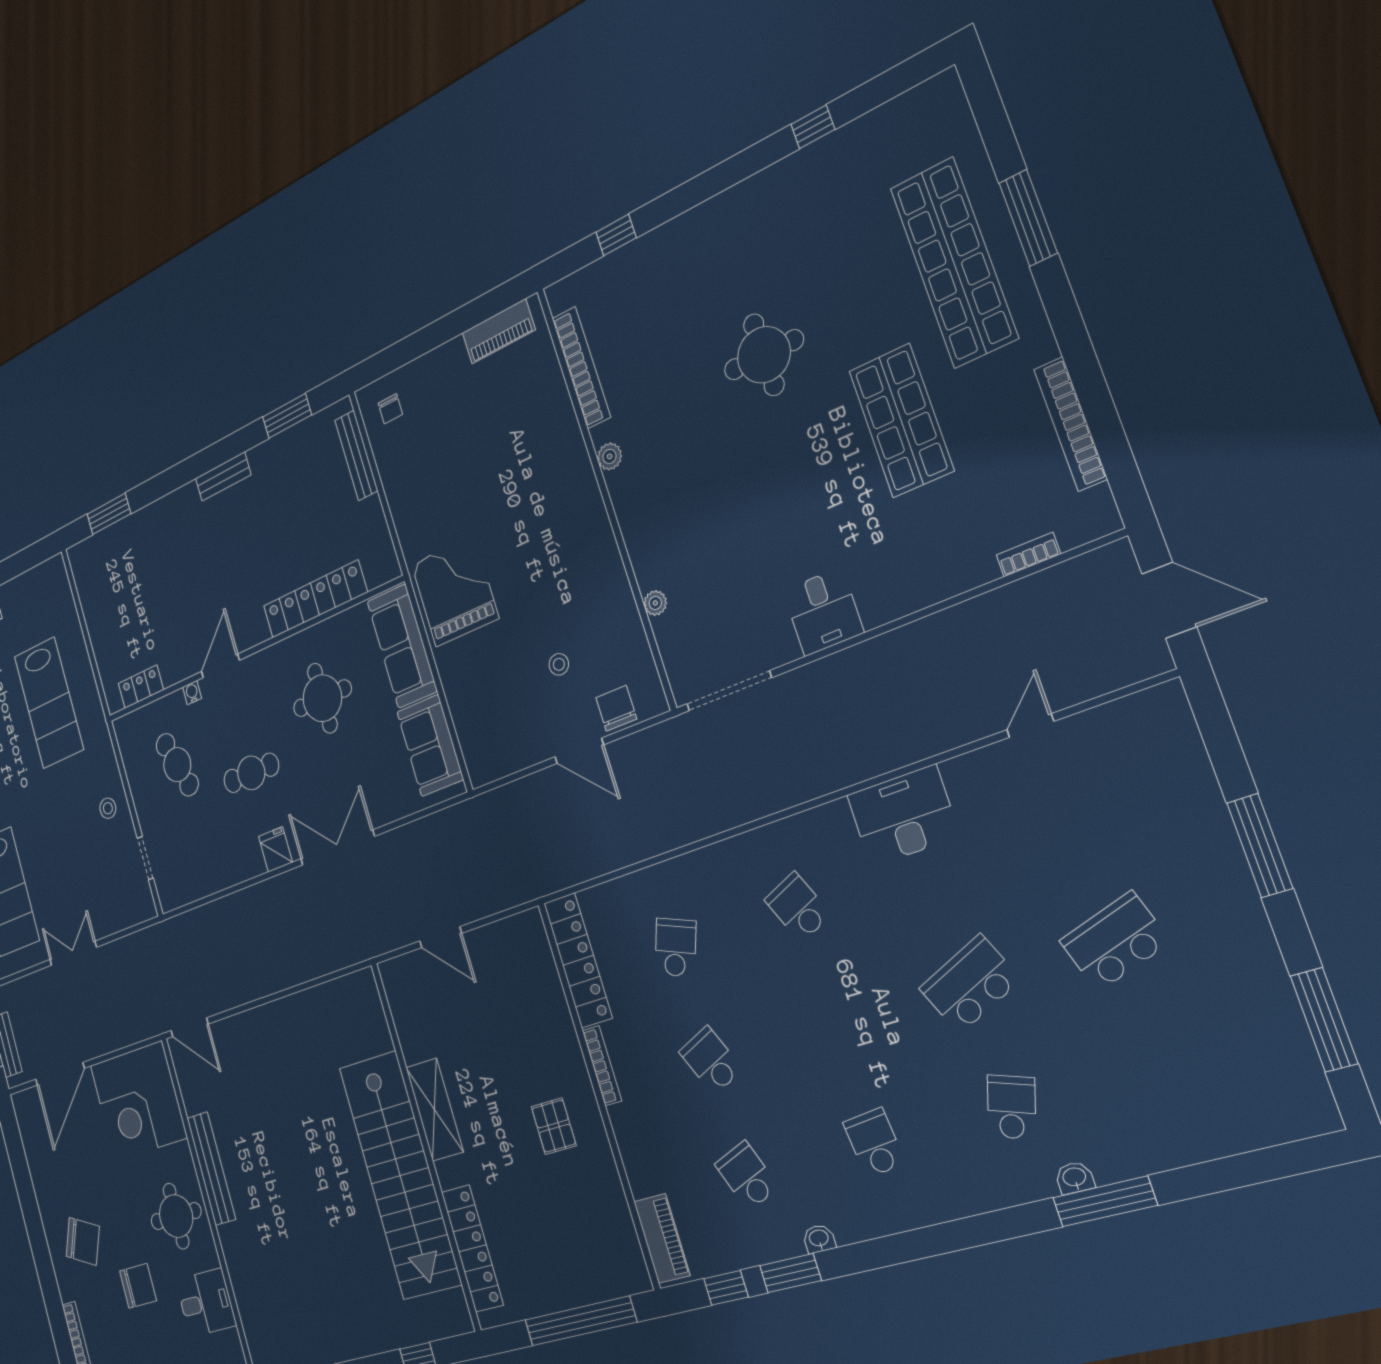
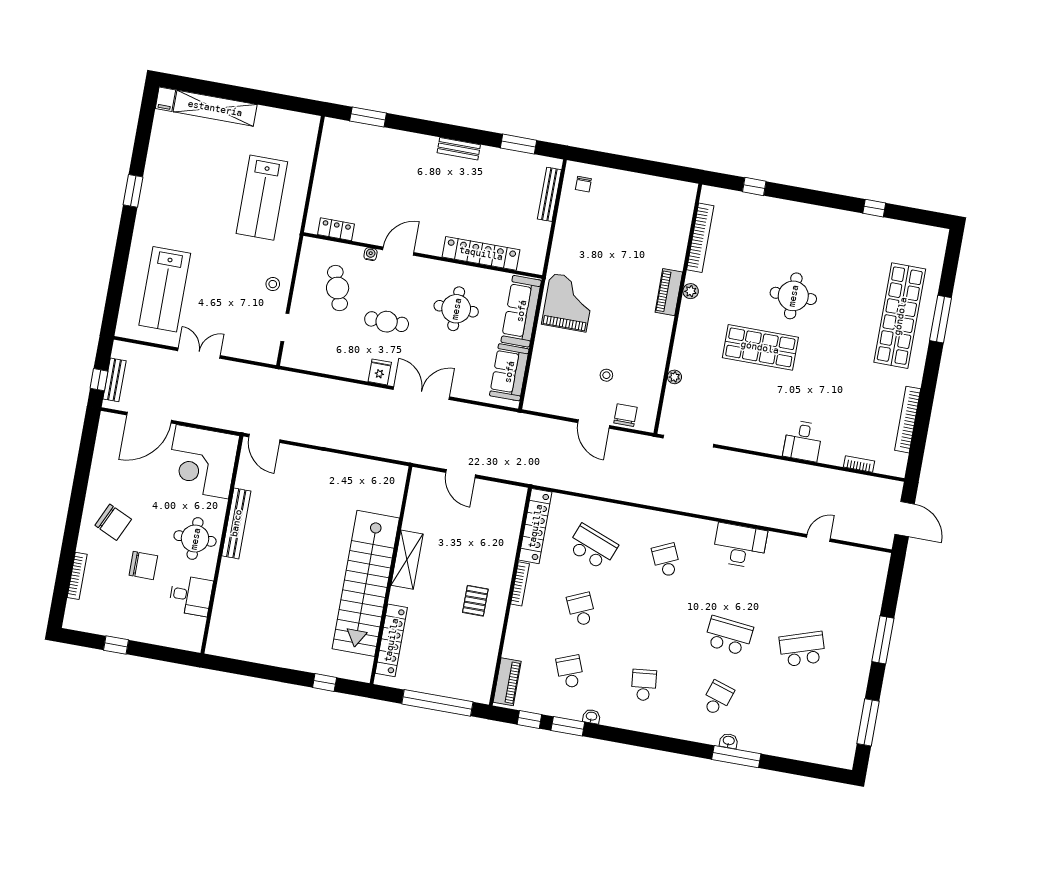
piano: (499, 331) -> (669, 292), moved, turned 90
shop shelf: (901, 421) -> (760, 347), moved, turned 90
desk: (823, 612) -> (803, 441), moved
school desk: (675, 948) -> (593, 547), width x1.85
school desk: (970, 984) -> (729, 636), turned 30

